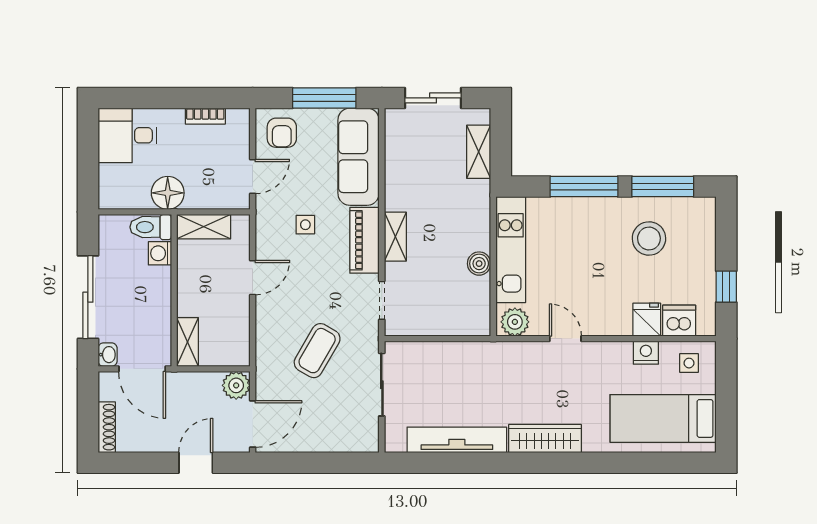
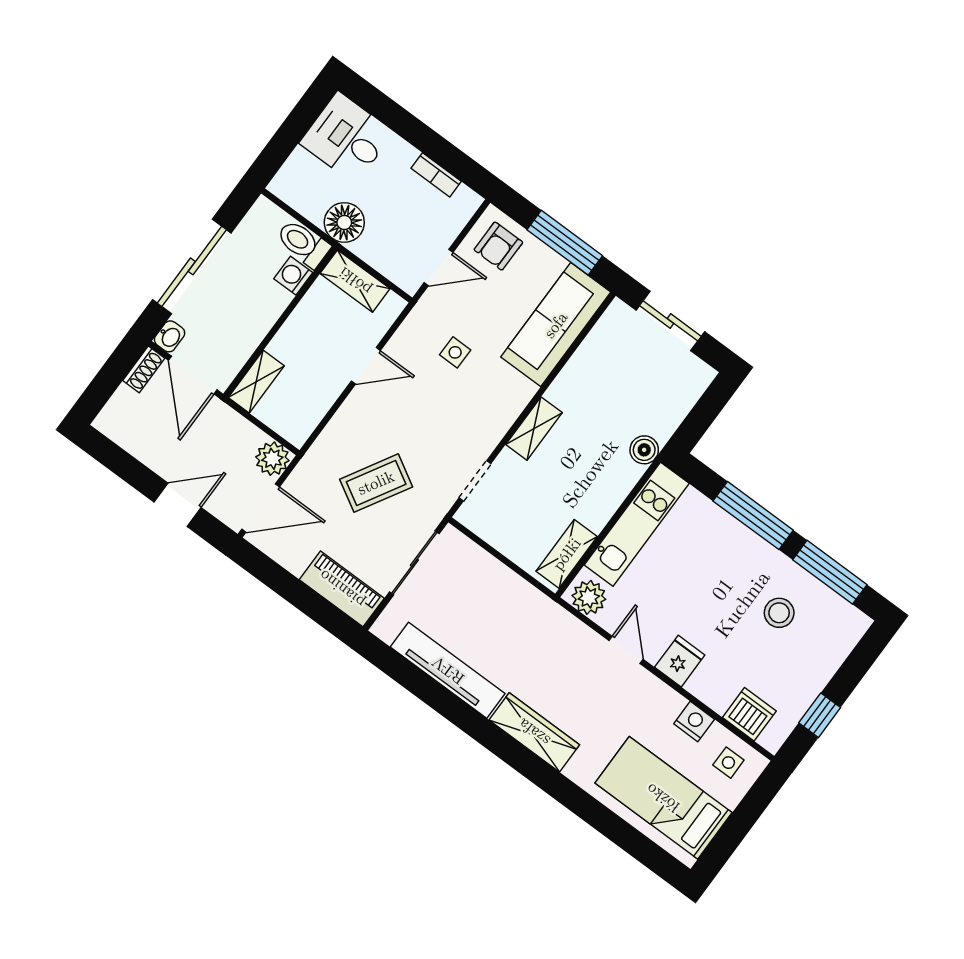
shelving: (479, 152) -> (567, 554), moved
stool: (649, 239) -> (779, 613), width x0.73, depth x0.73
piano: (365, 240) -> (342, 589), moved, turned 90
boiler: (479, 264) -> (644, 450), moved
fridge: (647, 320) -> (680, 661), moved
shoe rack: (107, 427) -> (144, 369), moved, width x0.70

